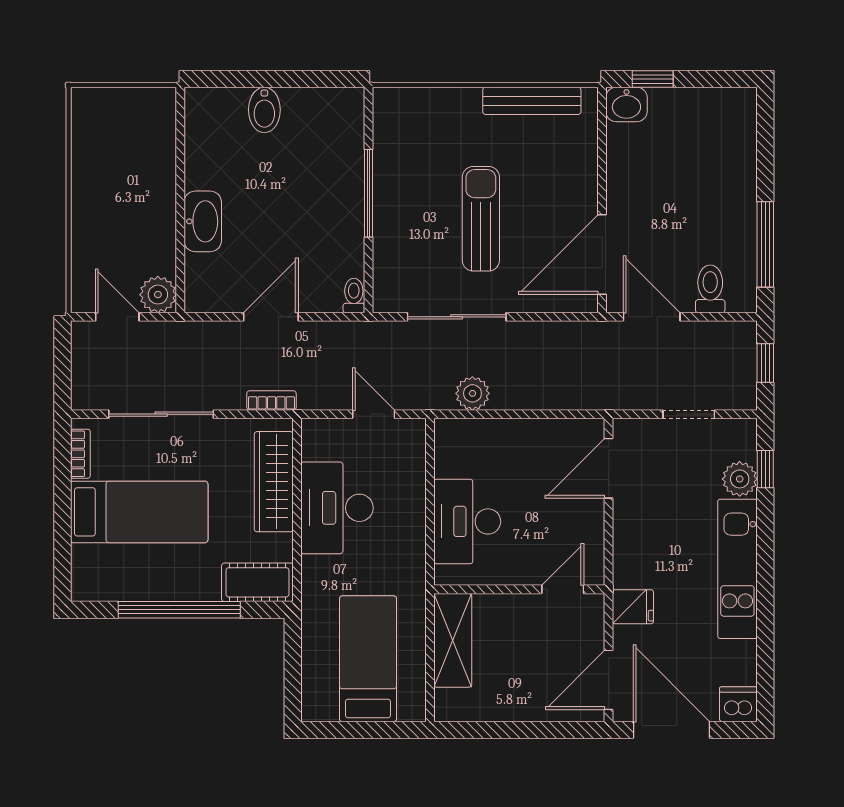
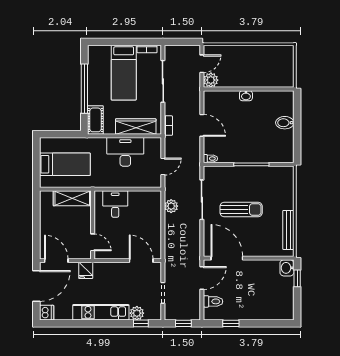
washbasin: (203, 221) -> (246, 96), width x0.52, depth x0.69
window: (765, 244) -> (231, 323), width x0.46
desk: (467, 521) -> (115, 204), width x0.73

